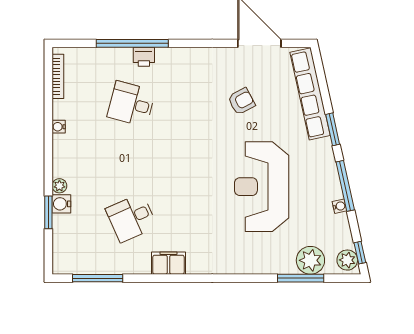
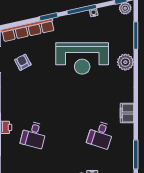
armchair: (241, 101) -> (23, 62), moved
desk: (131, 218) -> (100, 135), turned 42
plant: (310, 260) -> (125, 62), moved

